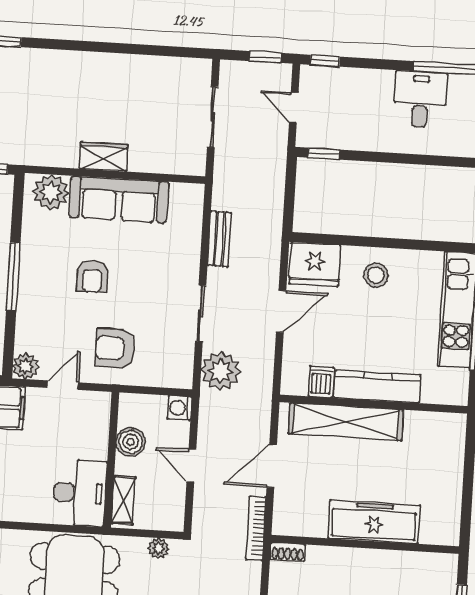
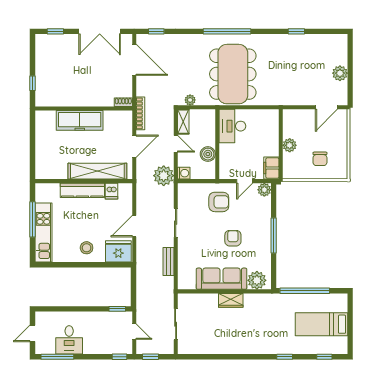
plant: (221, 371) -> (164, 176), moved
shelving: (123, 500) -> (183, 122), moved

